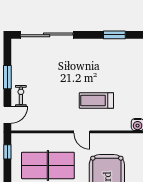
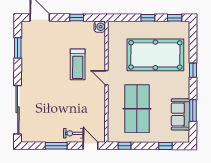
door: (82, 132) -> (106, 78), swing flipped

